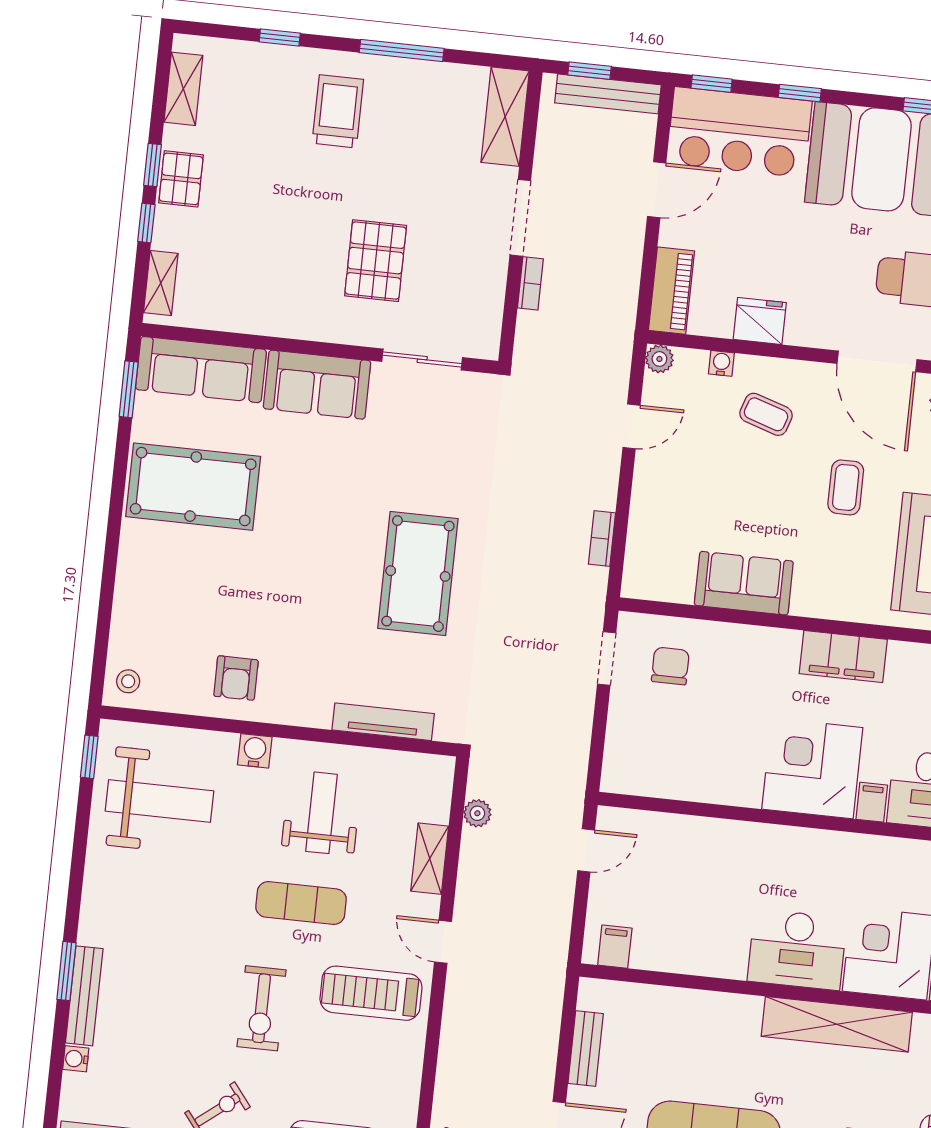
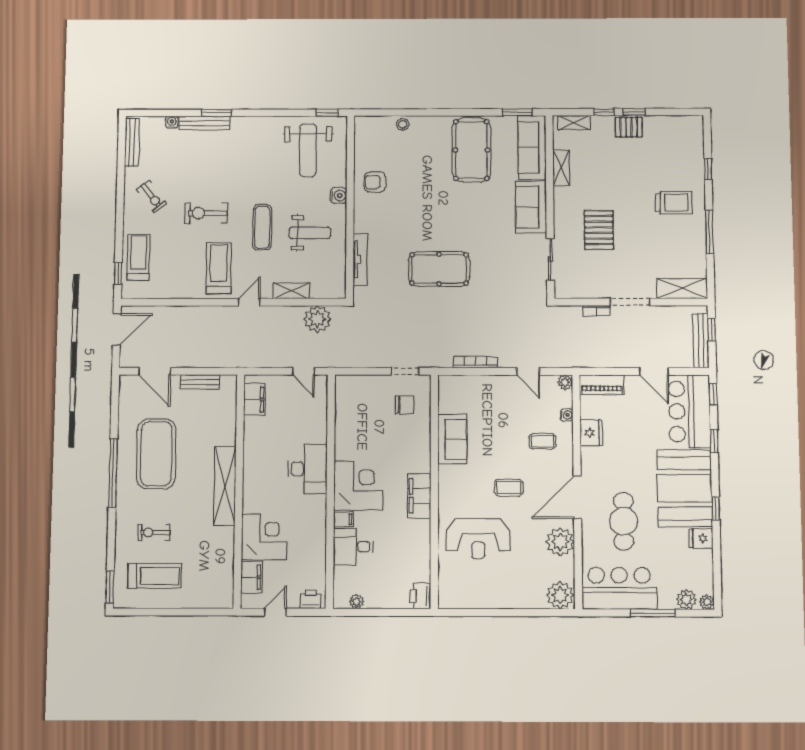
shelving: (183, 89) -> (561, 168), moved, turned 90
pallet: (376, 261) -> (599, 230), turned 90
coffee table: (766, 414) -> (543, 441), turned 72
bookcase: (602, 539) -> (476, 362), width x1.56
stool: (128, 681) -> (403, 124), moved
plant: (477, 813) -> (317, 319), width x1.88, depth x1.88
filing cabinet: (615, 947) -> (254, 400), width x2.00
desk: (797, 950) -> (308, 469), moved, turned 180
shelving: (837, 1024) -> (225, 486), moved

